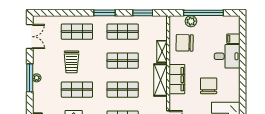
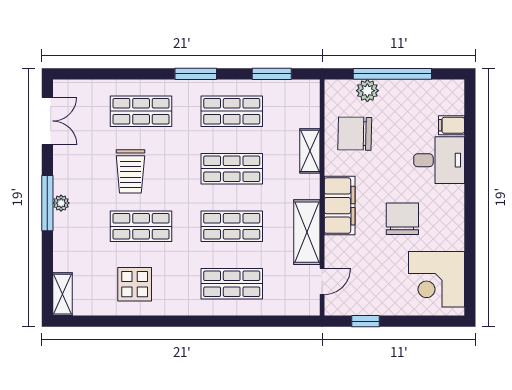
shelving: (160, 80) -> (307, 232), moved

